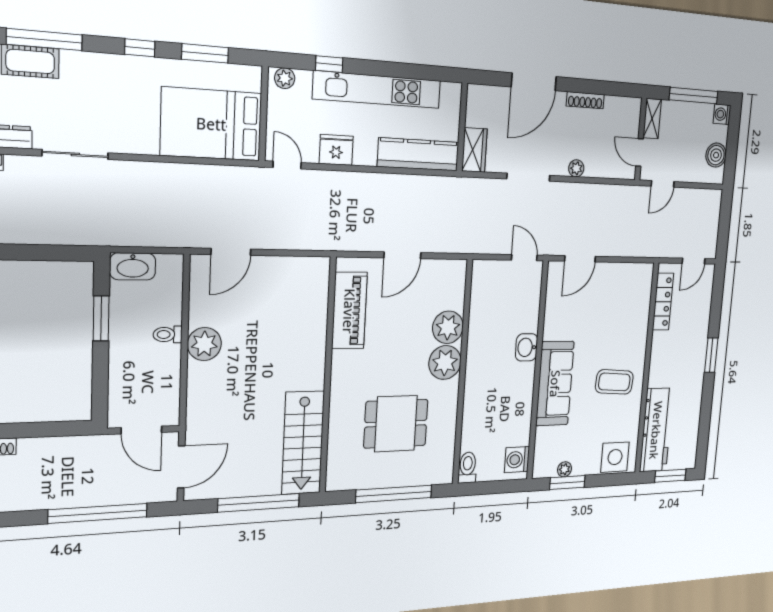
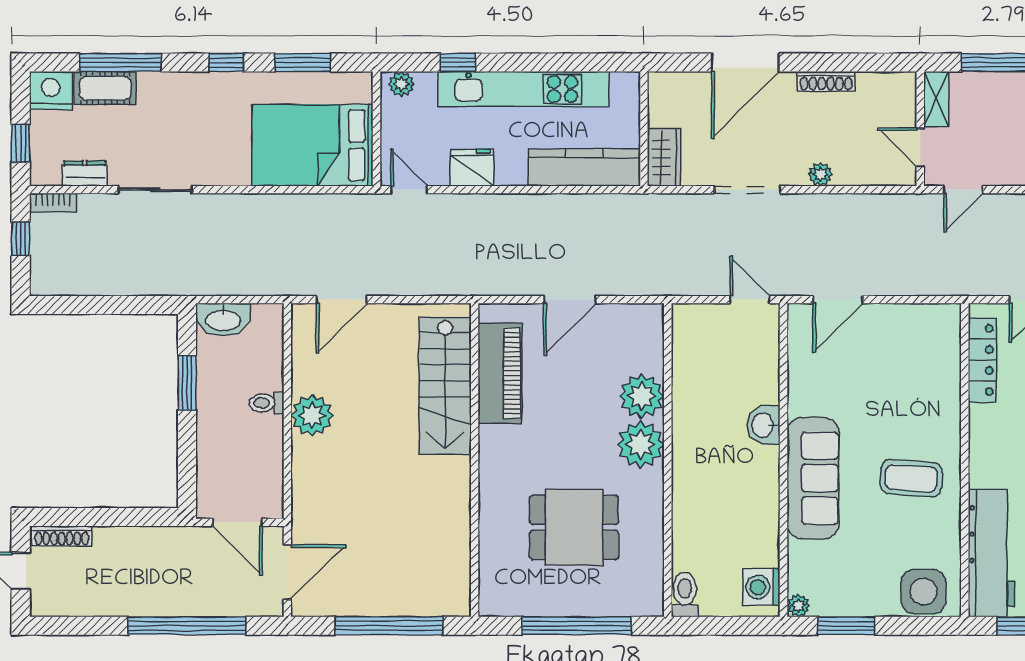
stairs: (303, 443) -> (445, 386), moved
plant: (565, 469) -> (798, 606), moved

